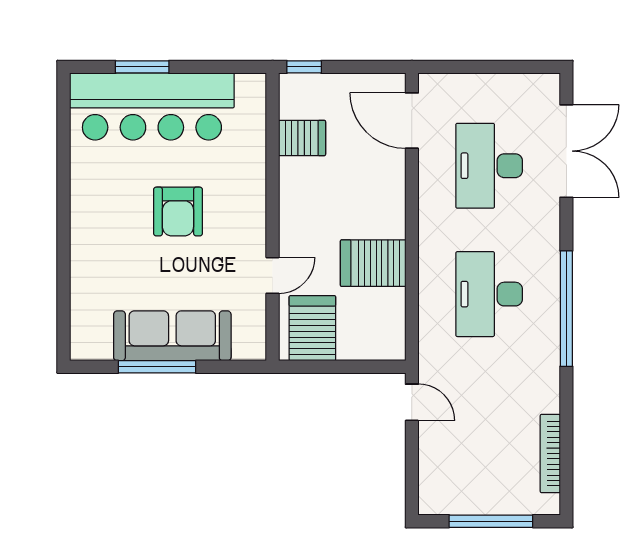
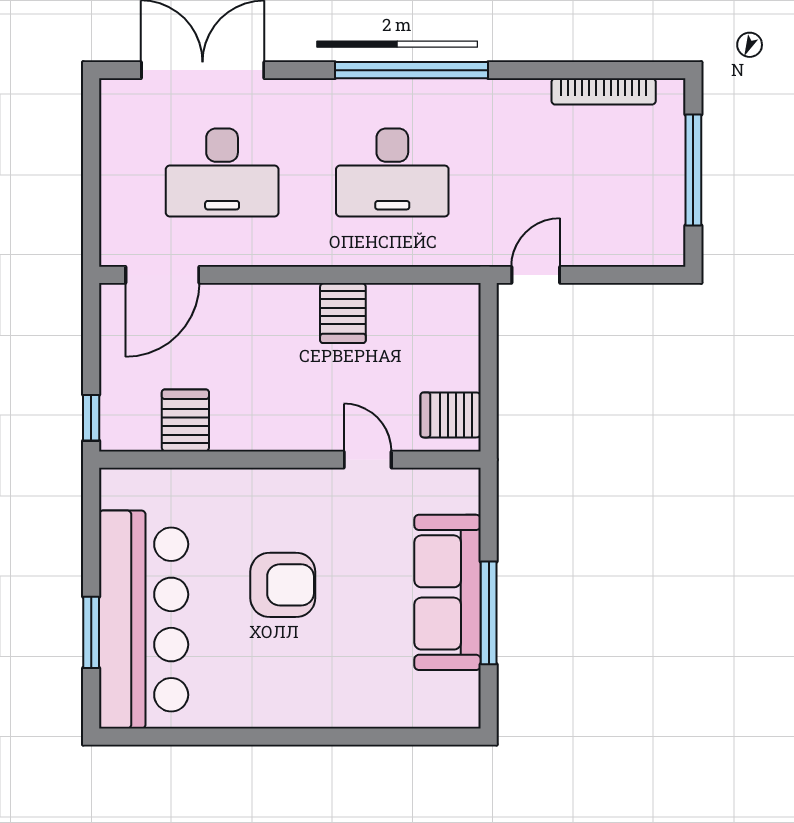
server rack: (373, 263) -> (343, 313), width x0.73, depth x0.70
server rack: (312, 328) -> (451, 415), width x0.73, depth x0.70

